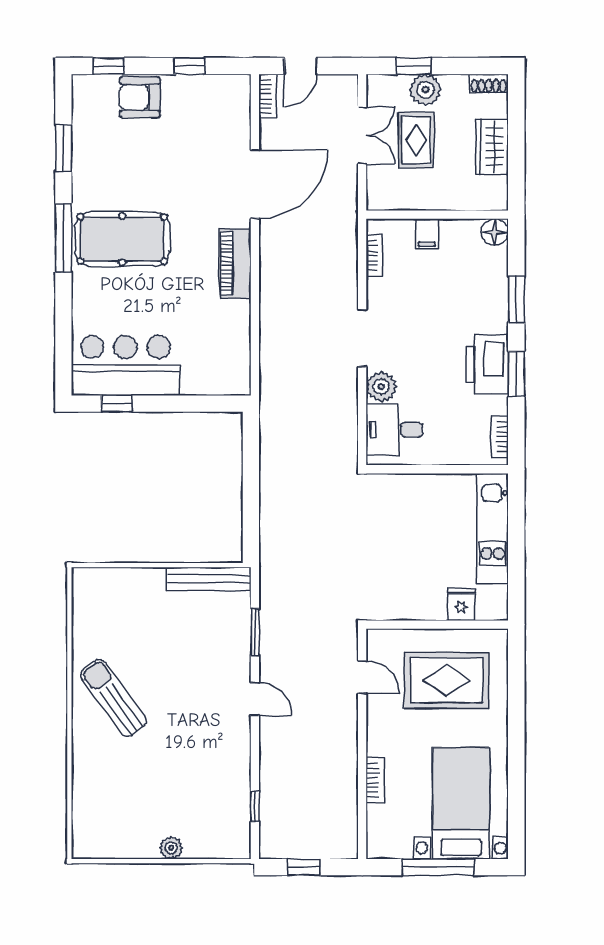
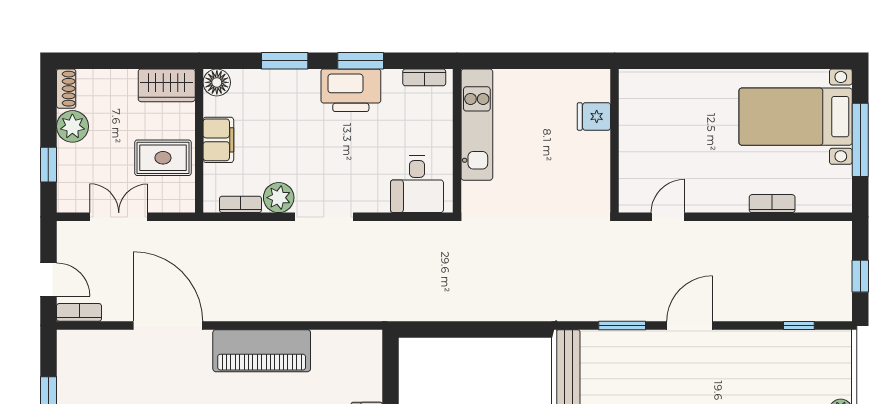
plant: (425, 90) -> (72, 126), moved
rug: (416, 140) -> (163, 158), moved
wardrobe: (492, 147) -> (167, 85), moved
filing cabinet: (427, 234) -> (218, 140), width x2.00
piano: (235, 264) -> (262, 351), width x1.37, depth x1.33
plant: (381, 387) -> (279, 198), moved
kitchen unit: (493, 528) -> (477, 125), moved, turned -90
rug: (447, 680) -> (671, 131), removed
door: (255, 699) -> (690, 325), width x1.37

